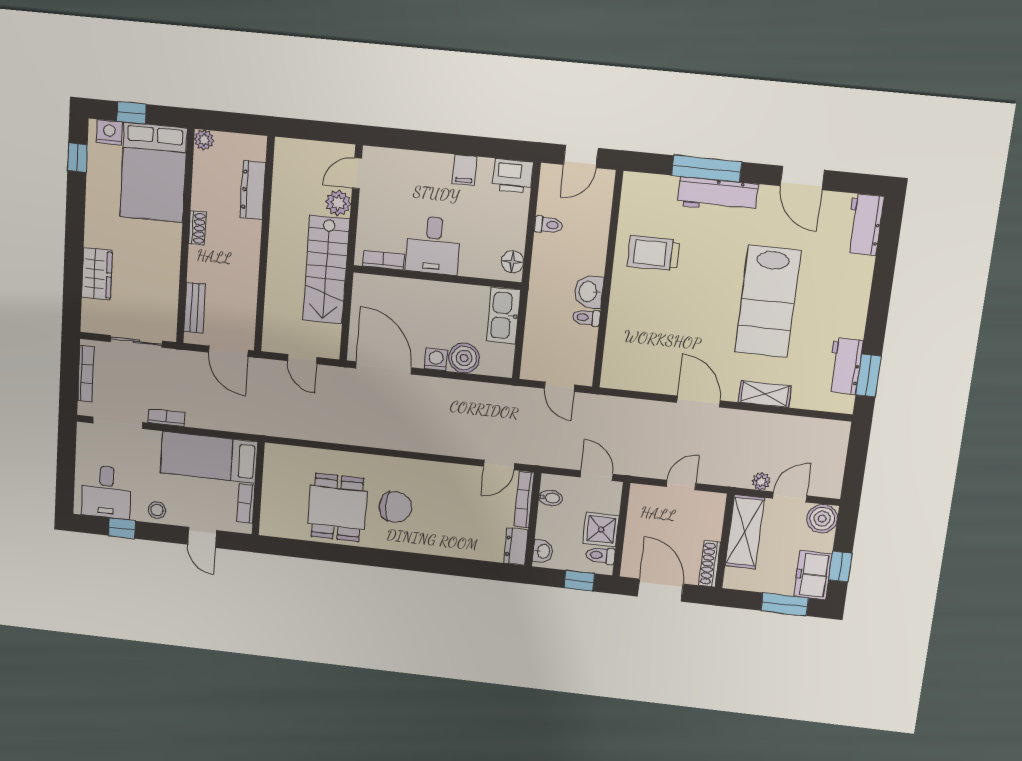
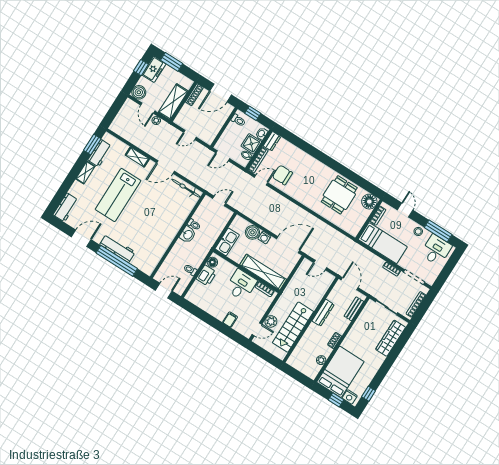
plant: (204, 140) -> (321, 360), moved
window: (707, 169) -> (117, 261), width x1.46
filing cabinet: (464, 170) -> (230, 320), moved
printer: (513, 176) -> (206, 276), moved, turned 90
door: (802, 178) -> (81, 238), hinge flipped
dresser: (253, 190) -> (323, 313), moved
trolley: (654, 253) -> (154, 237), removed
stairs: (326, 270) -> (293, 327), moved, turned 180
wardrobe: (97, 274) -> (391, 338), width x1.50
shelving: (403, 292) -> (263, 272), added
lab bench: (768, 301) -> (118, 195), turned 180
shelving: (856, 314) -> (85, 173), added
door: (302, 359) -> (320, 265), swing flipped
door: (384, 368) -> (288, 245), swing flipped
bicycle: (637, 380) -> (186, 188), added
door: (560, 387) -> (219, 201), hinge flipped
door: (698, 402) -> (166, 167), hinge flipped
door: (597, 476) -> (223, 156), hinge flipped
door: (790, 497) -> (148, 108), hinge flipped
chair: (395, 507) -> (282, 175), moved
floor lamp: (275, 522) -> (369, 202), added
window: (122, 528) -> (438, 231), width x2.17
shower: (601, 529) -> (251, 144), moved
door: (660, 590) -> (221, 93), hinge flipped

